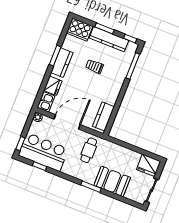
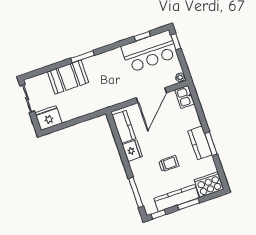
fridge: (53, 86) -> (132, 151), moved, turned 180
cafe table: (89, 150) -> (112, 87), removed

